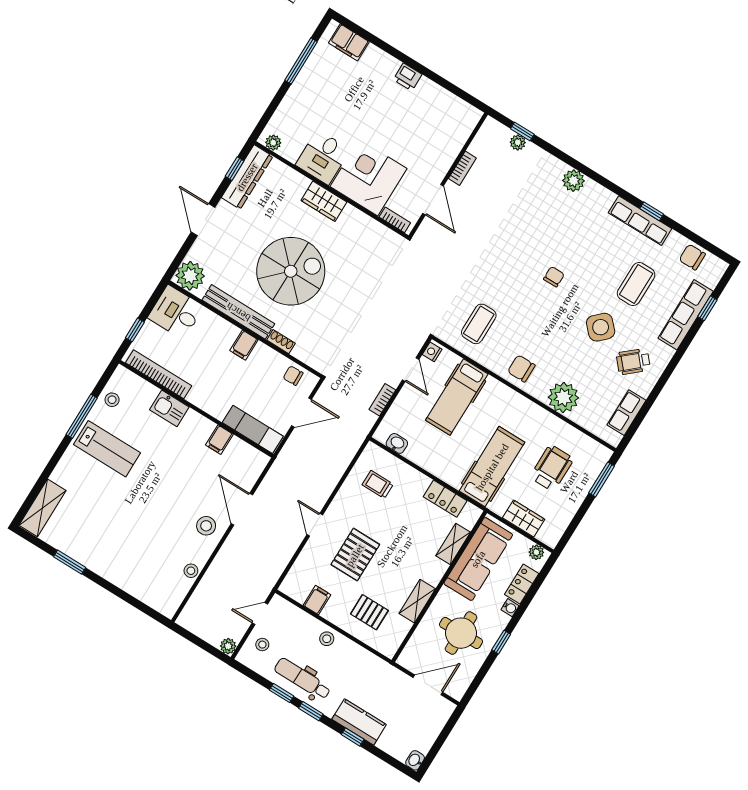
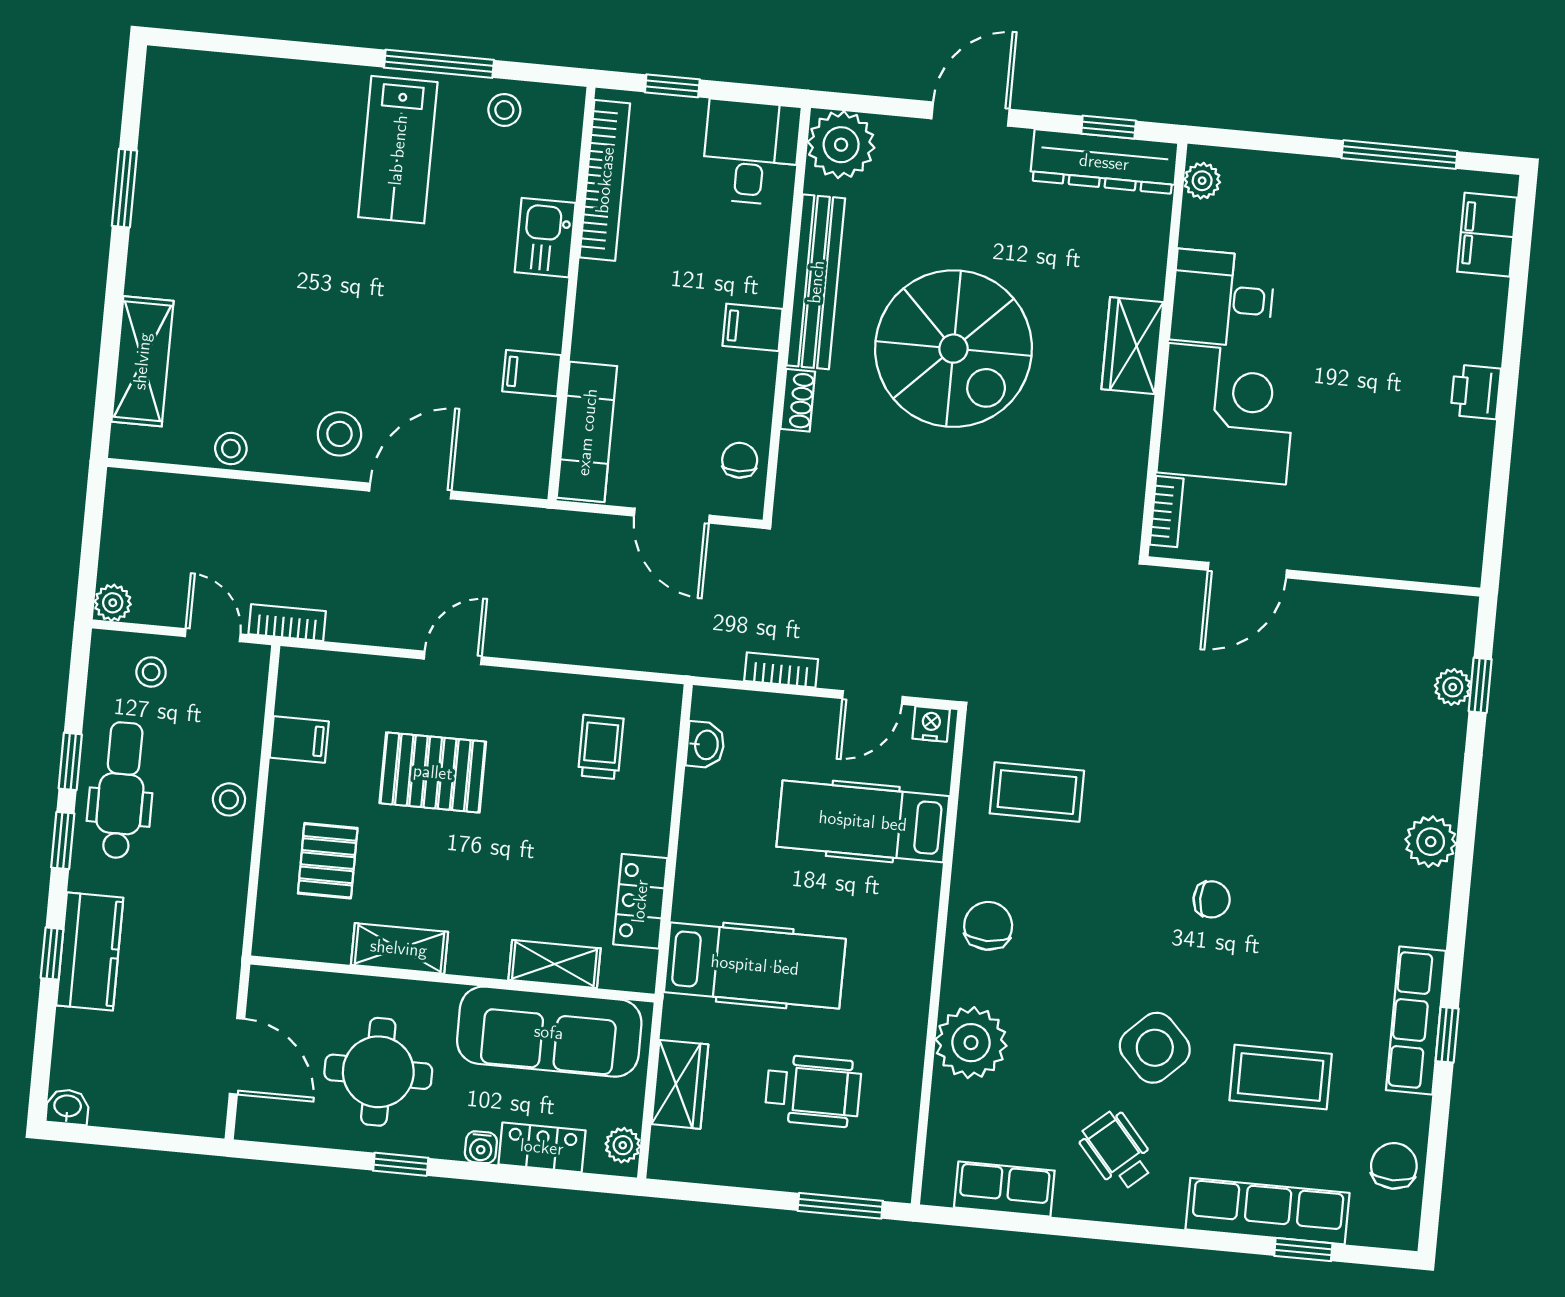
bookcase: (462, 168) -> (287, 623), moved, turned 180
shelving: (42, 508) -> (142, 361), moved, turned 90

